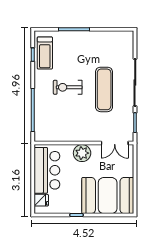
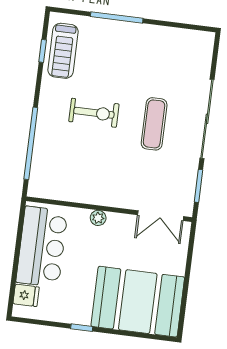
exercise bike: (68, 87) -> (94, 113), turned 180
exercise mat: (104, 89) -> (154, 124), width x0.73, depth x0.69
plant: (82, 153) -> (98, 218), width x0.53, depth x0.53

